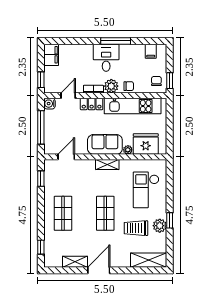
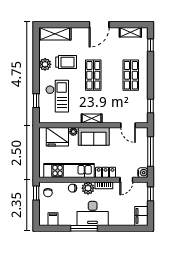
desk: (106, 58) -> (93, 213), width x1.37
door: (66, 157) -> (128, 125), hinge flipped
window: (170, 220) -> (36, 101), moved
shelving: (75, 262) -> (130, 32), moved

